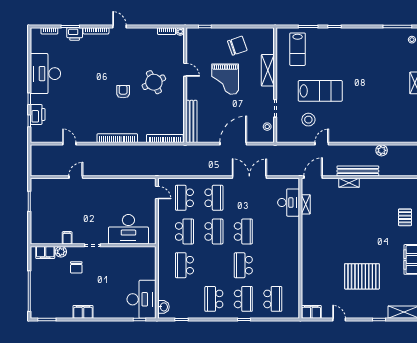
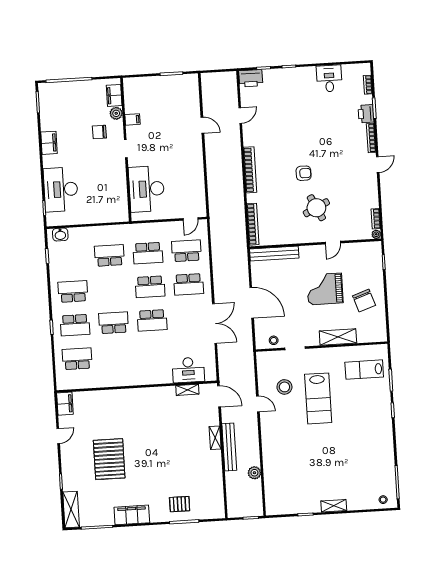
desk: (45, 74) -> (329, 78), width x0.53, depth x0.77
printer: (38, 114) -> (251, 78), moved
desk: (142, 299) -> (61, 189), moved, turned 90
school desk: (273, 299) -> (77, 359), turned 180

